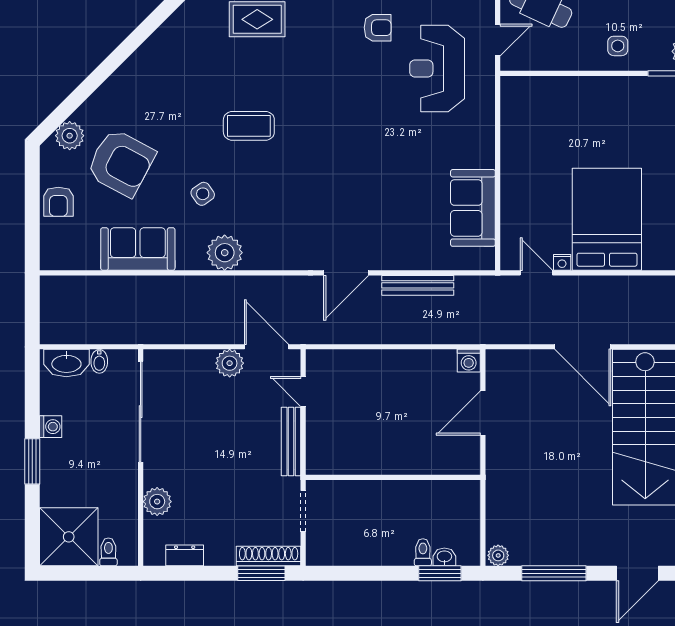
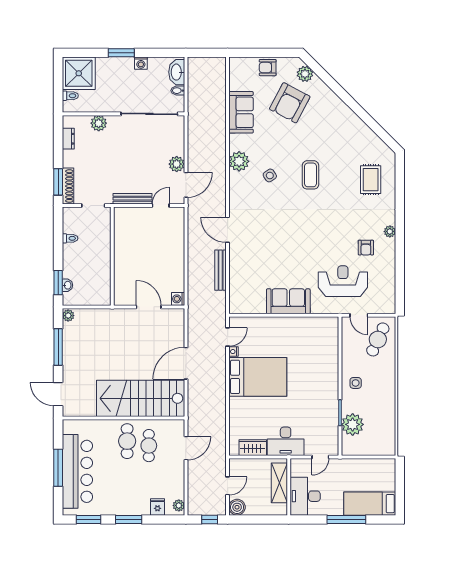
side table: (203, 194) -> (270, 175), moved
sofa: (473, 208) -> (288, 301), moved
toilet: (423, 552) -> (70, 238), moved

